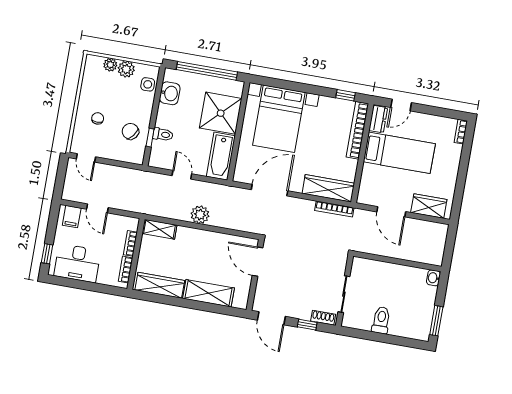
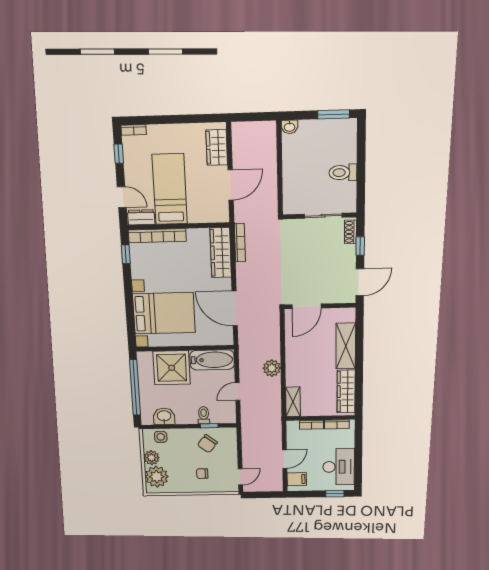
plant: (110, 65) -> (157, 477), width x1.87, depth x1.87
window: (442, 112) -> (119, 154), added

